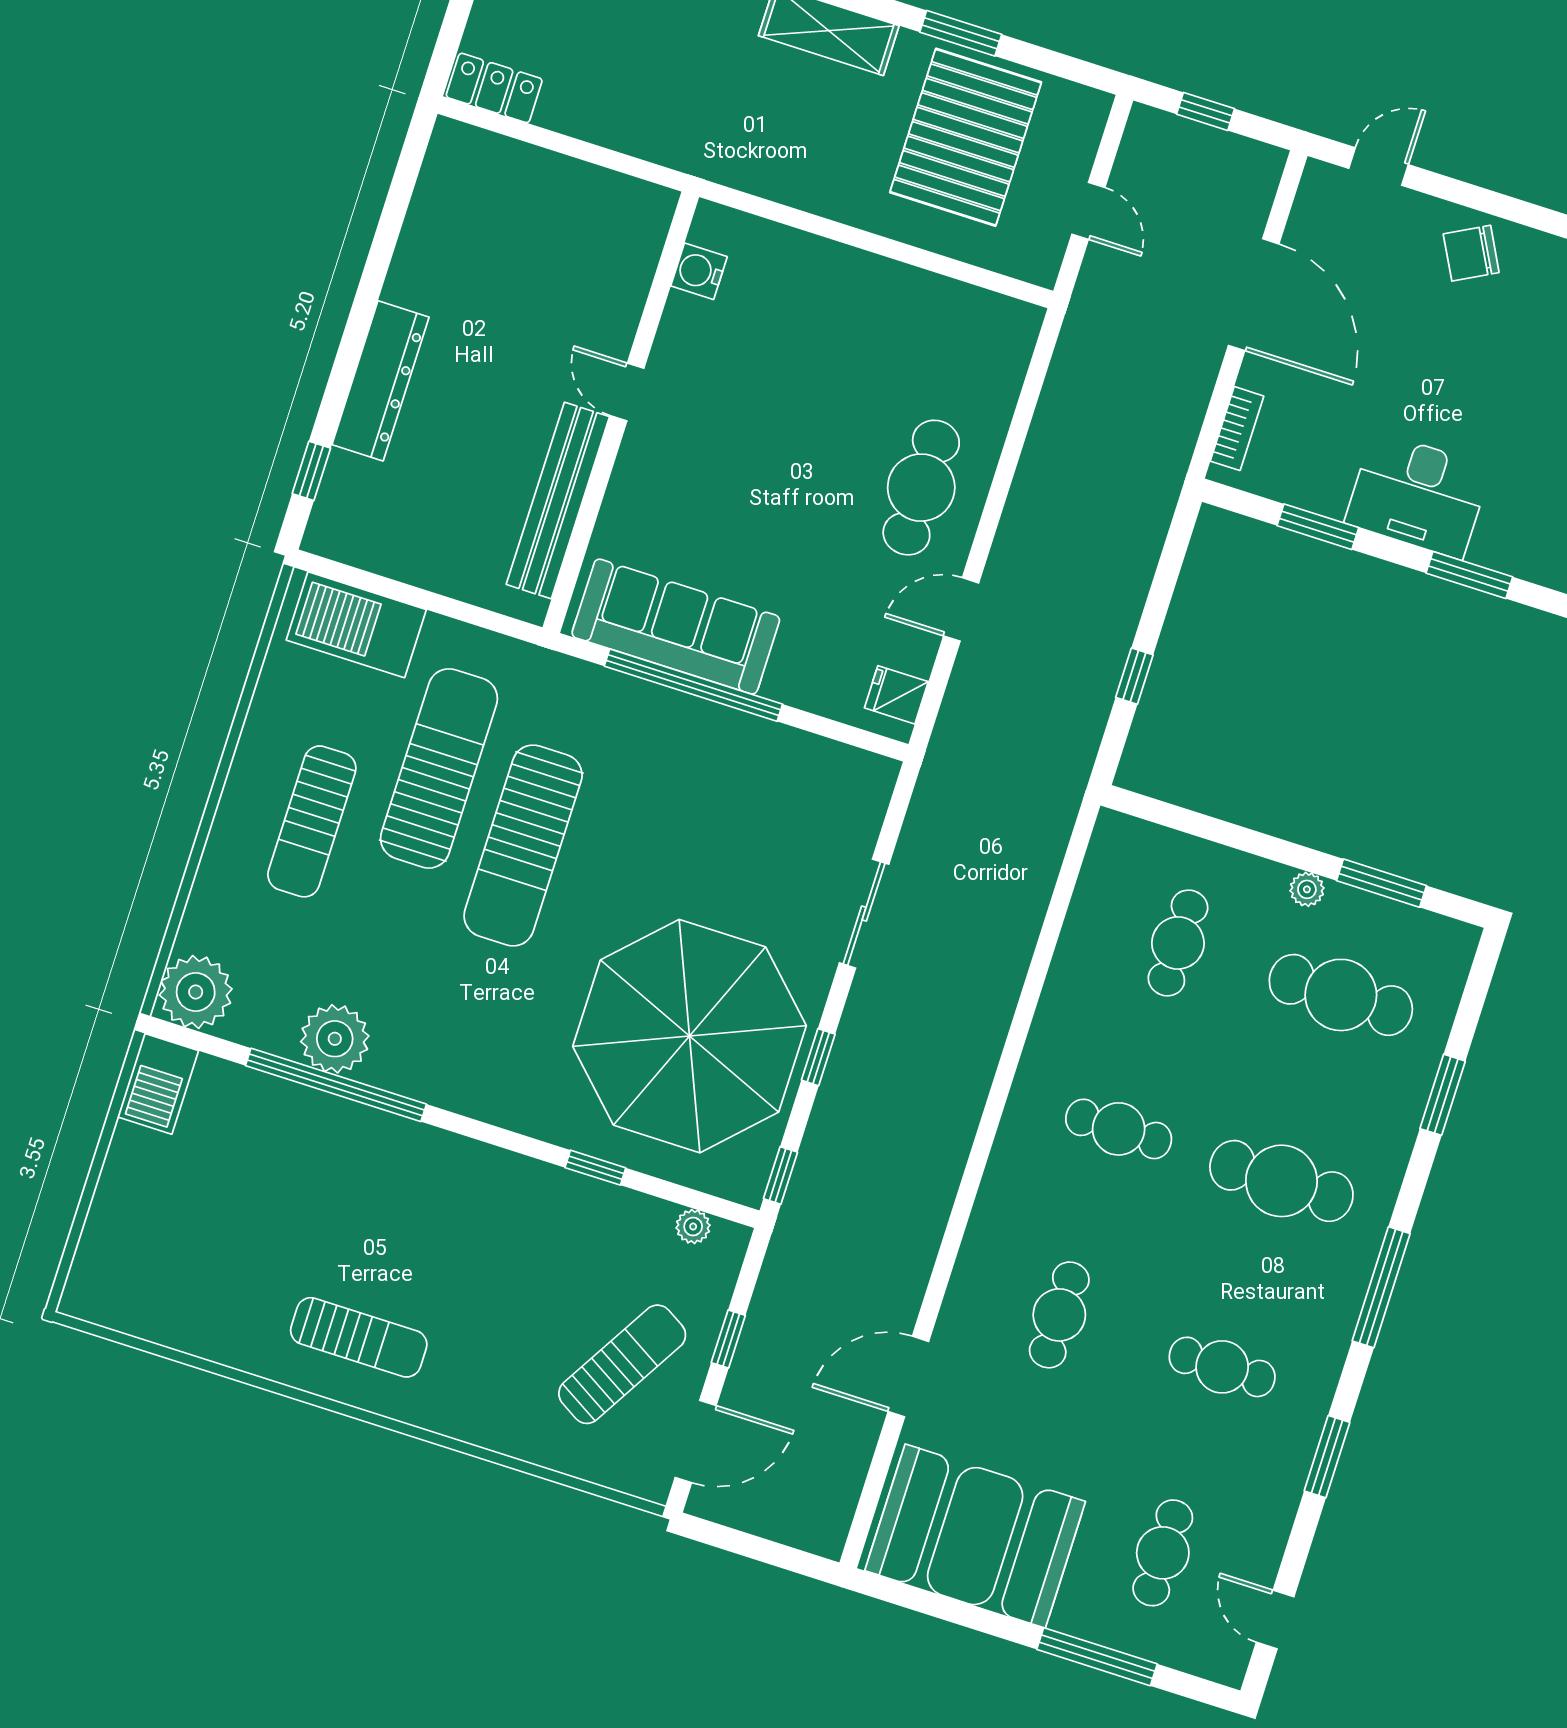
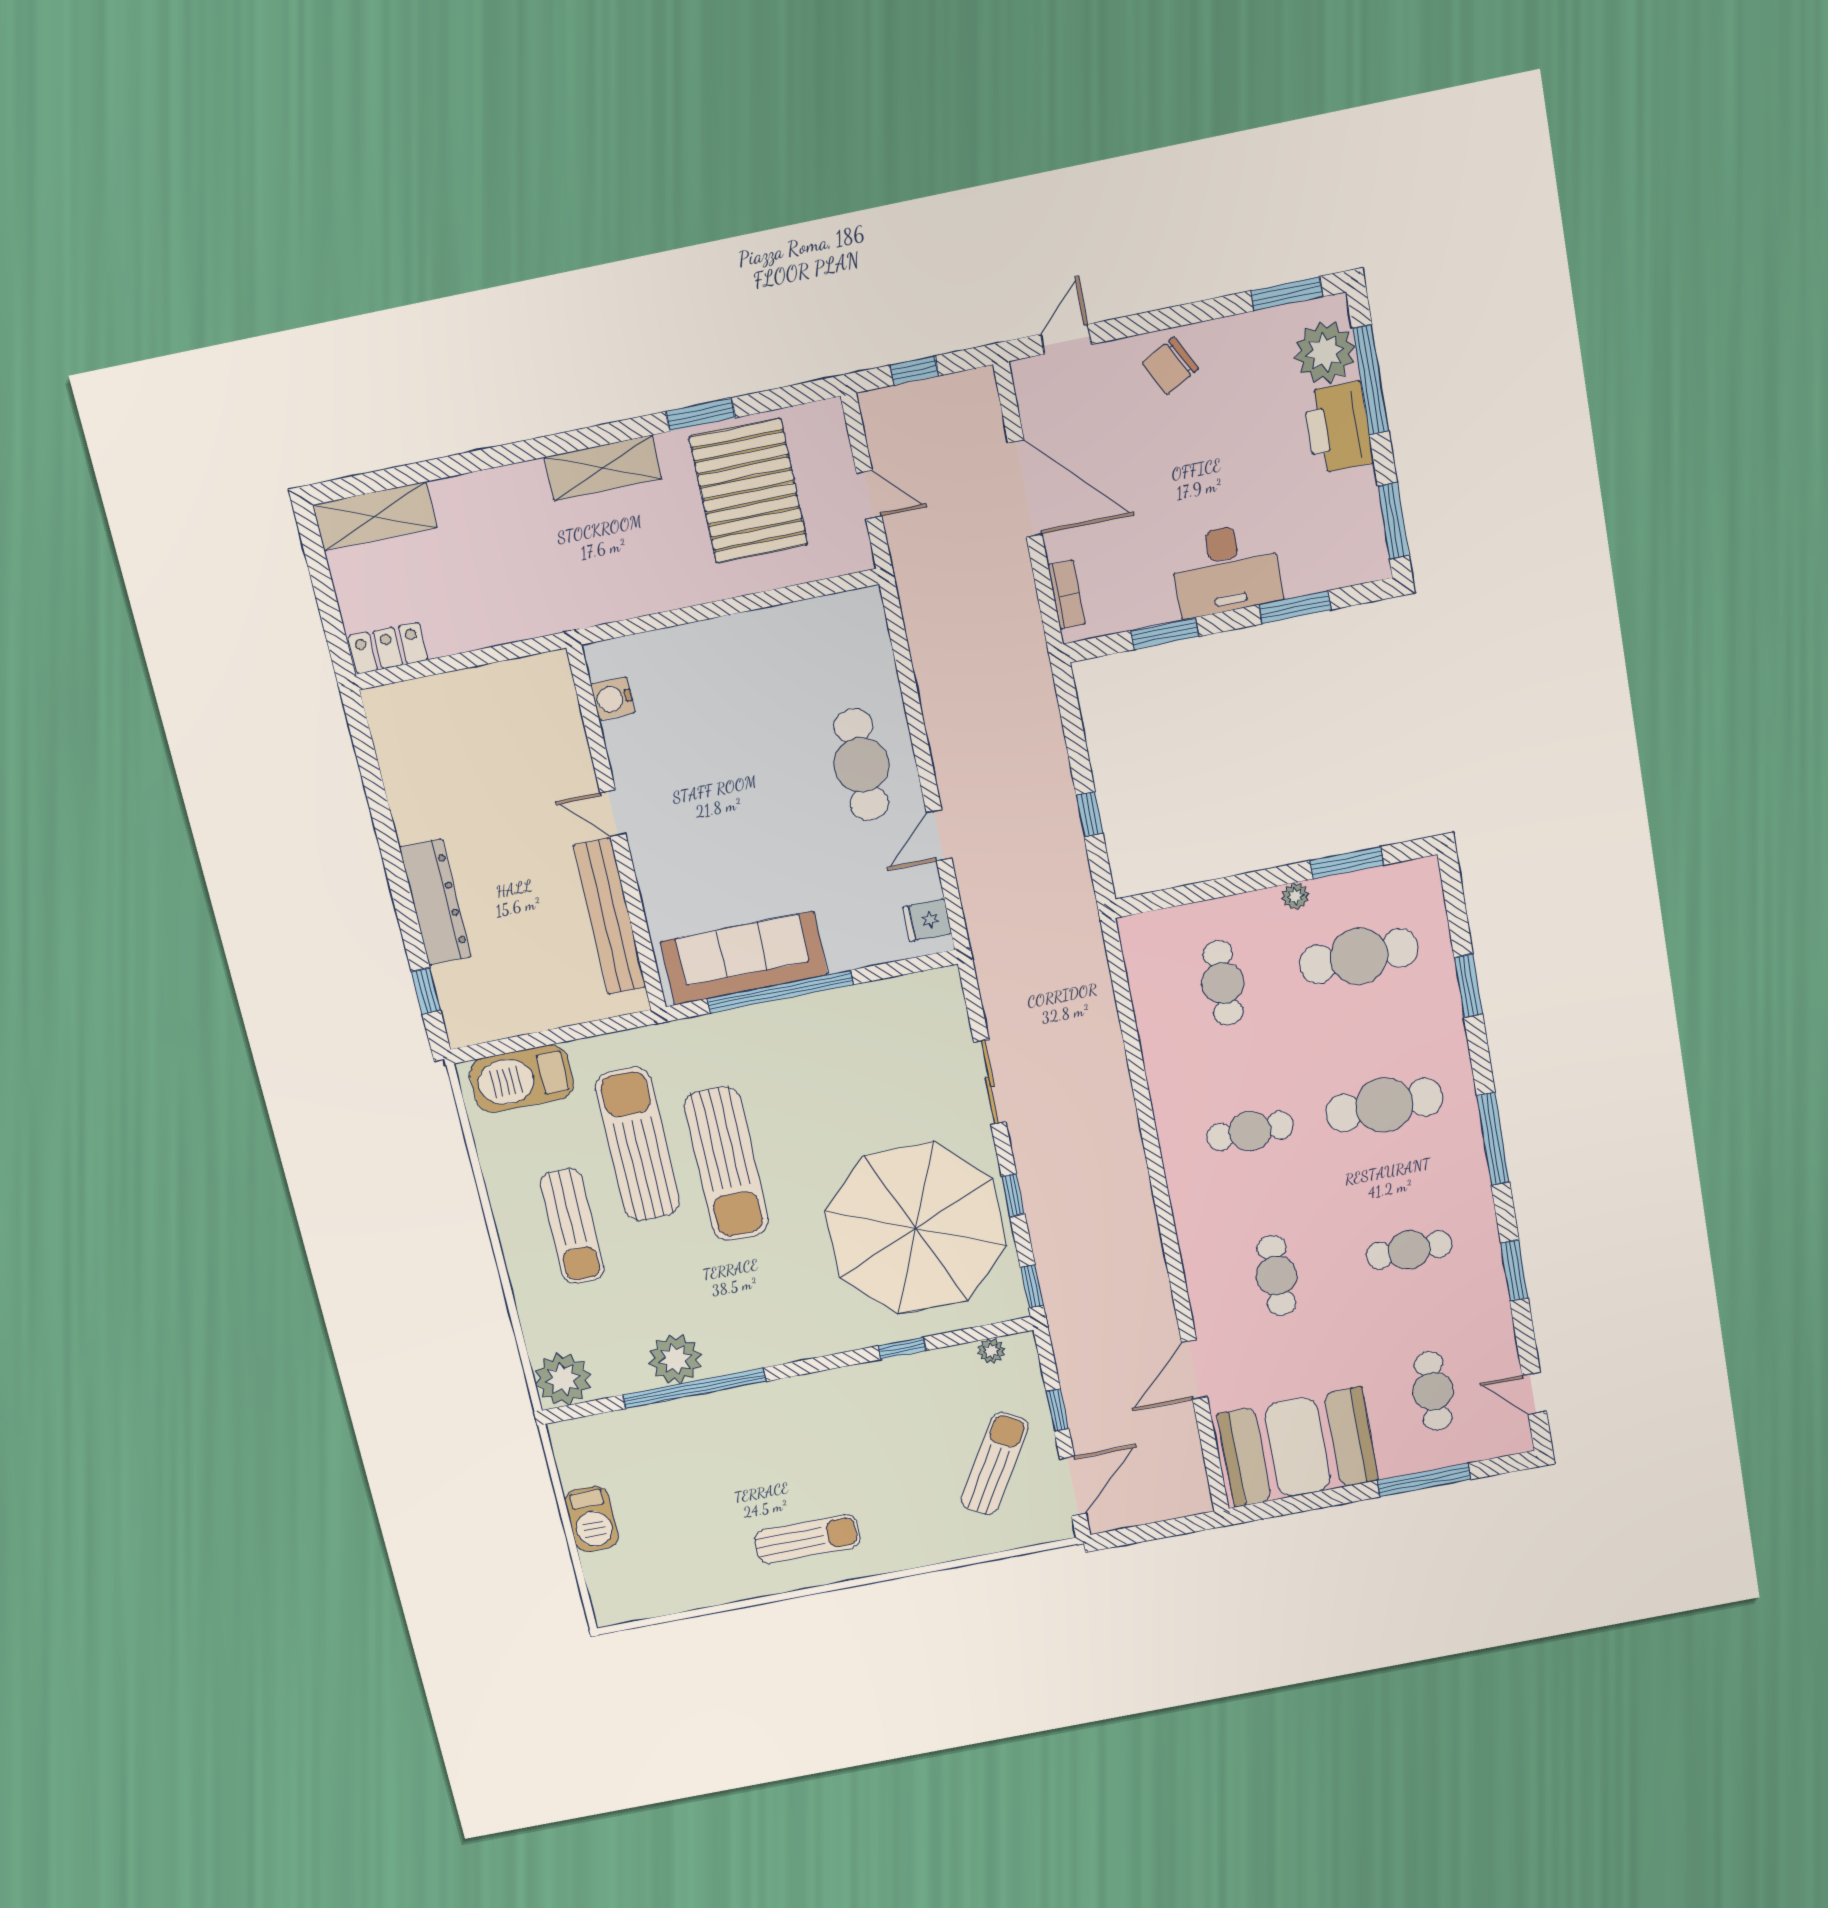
barbecue: (158, 1084) -> (592, 1519), moved

